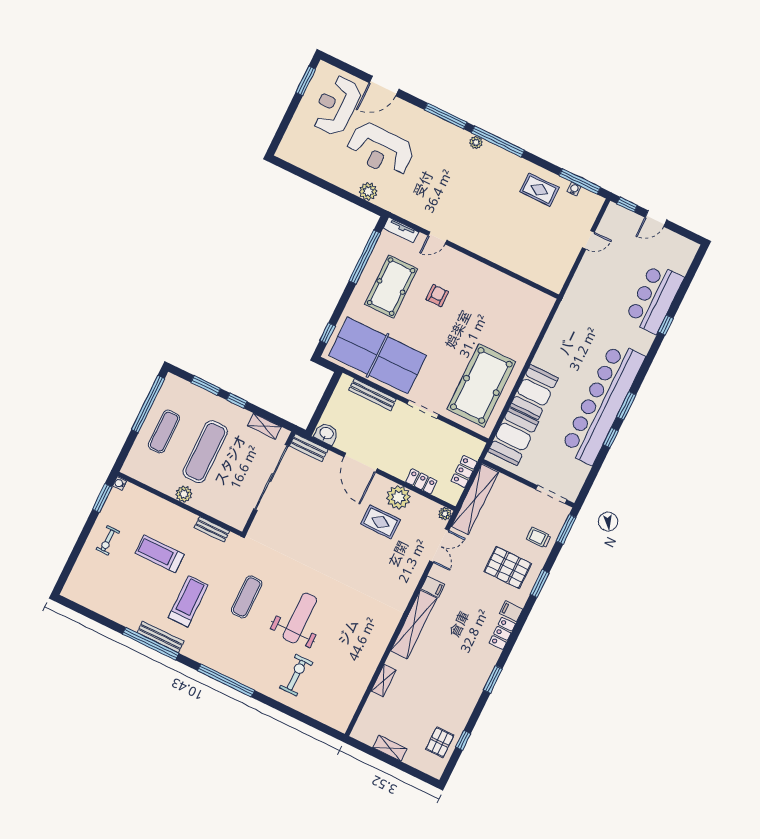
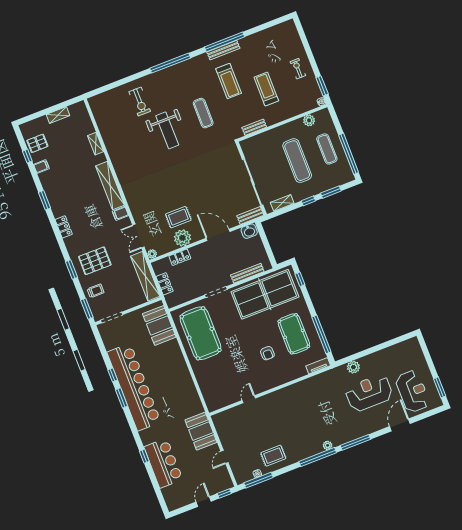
door: (437, 238) -> (249, 399), moved
booth: (534, 392) -> (201, 431), moved
plant: (184, 494) -> (309, 120), moved
treadmill: (160, 554) -> (266, 89), turned -90
filing cabinet: (511, 611) -> (41, 167), moved
pallet: (440, 742) -> (37, 143), turned 90

